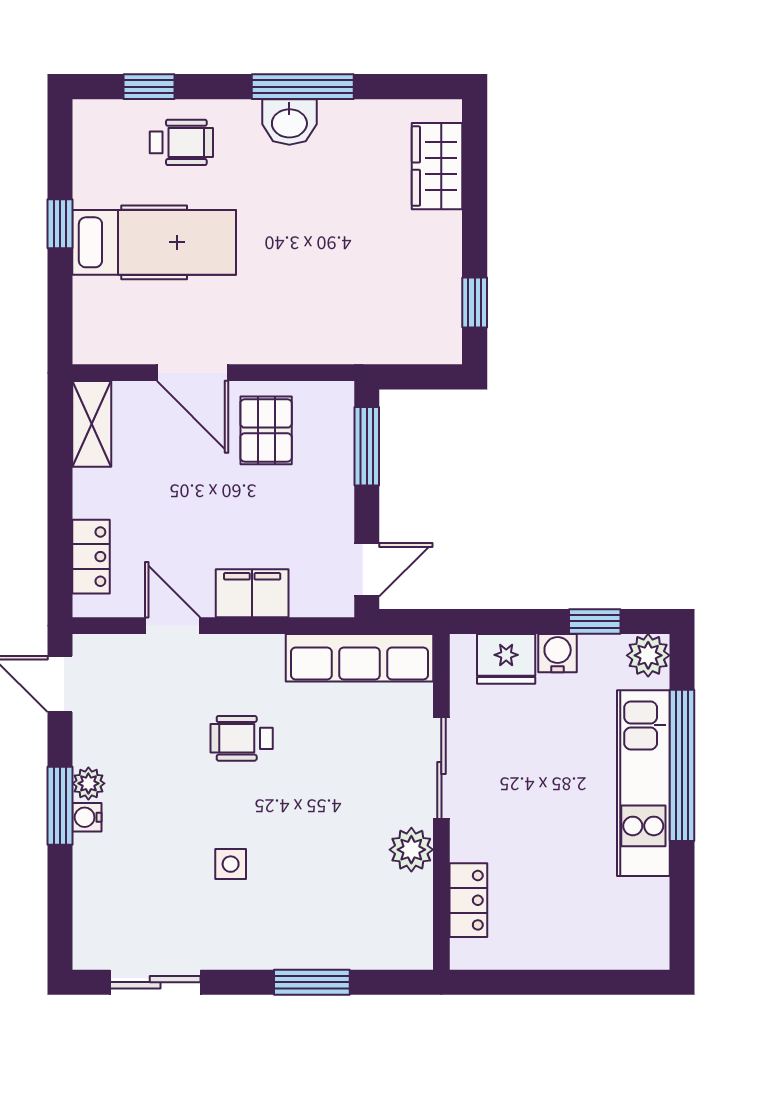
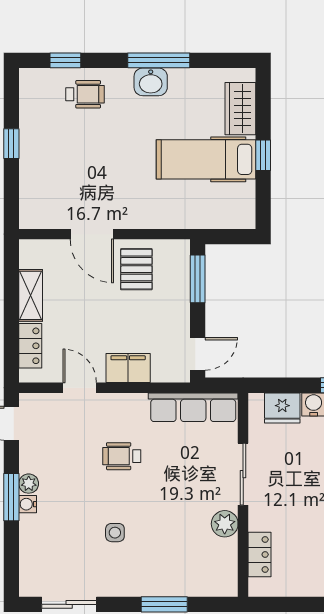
hospital bed: (154, 242) -> (206, 159), moved, turned 180
window: (475, 303) -> (263, 155), moved
shelving: (92, 424) -> (31, 295), moved

